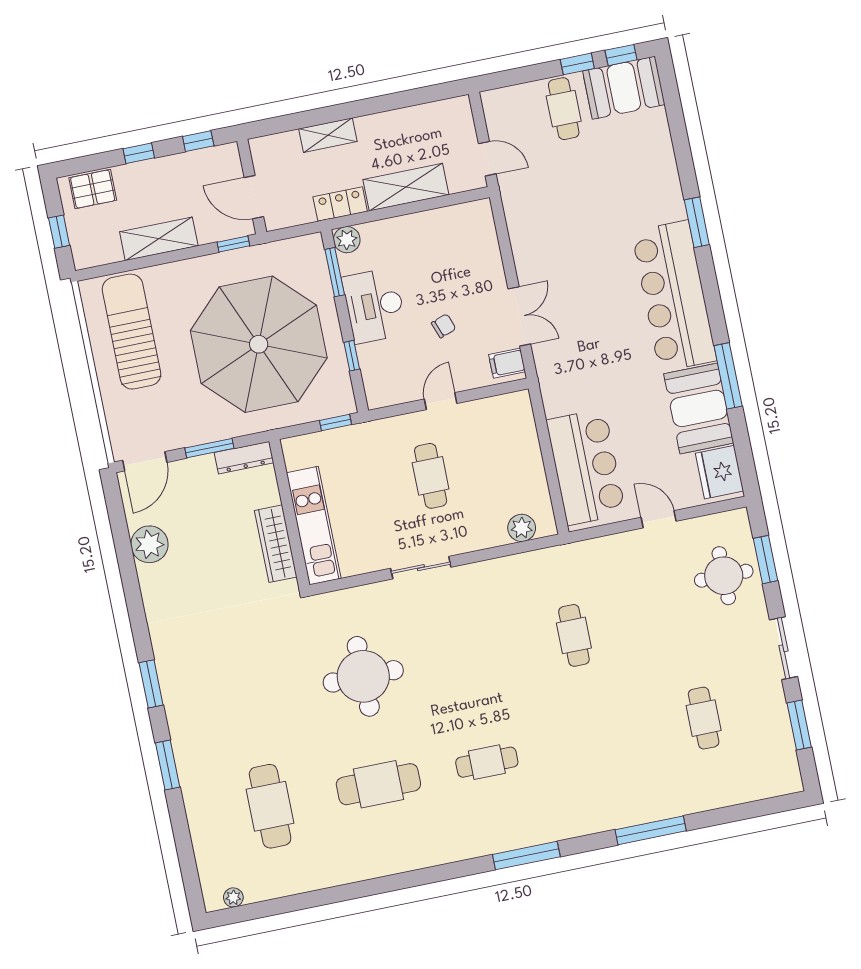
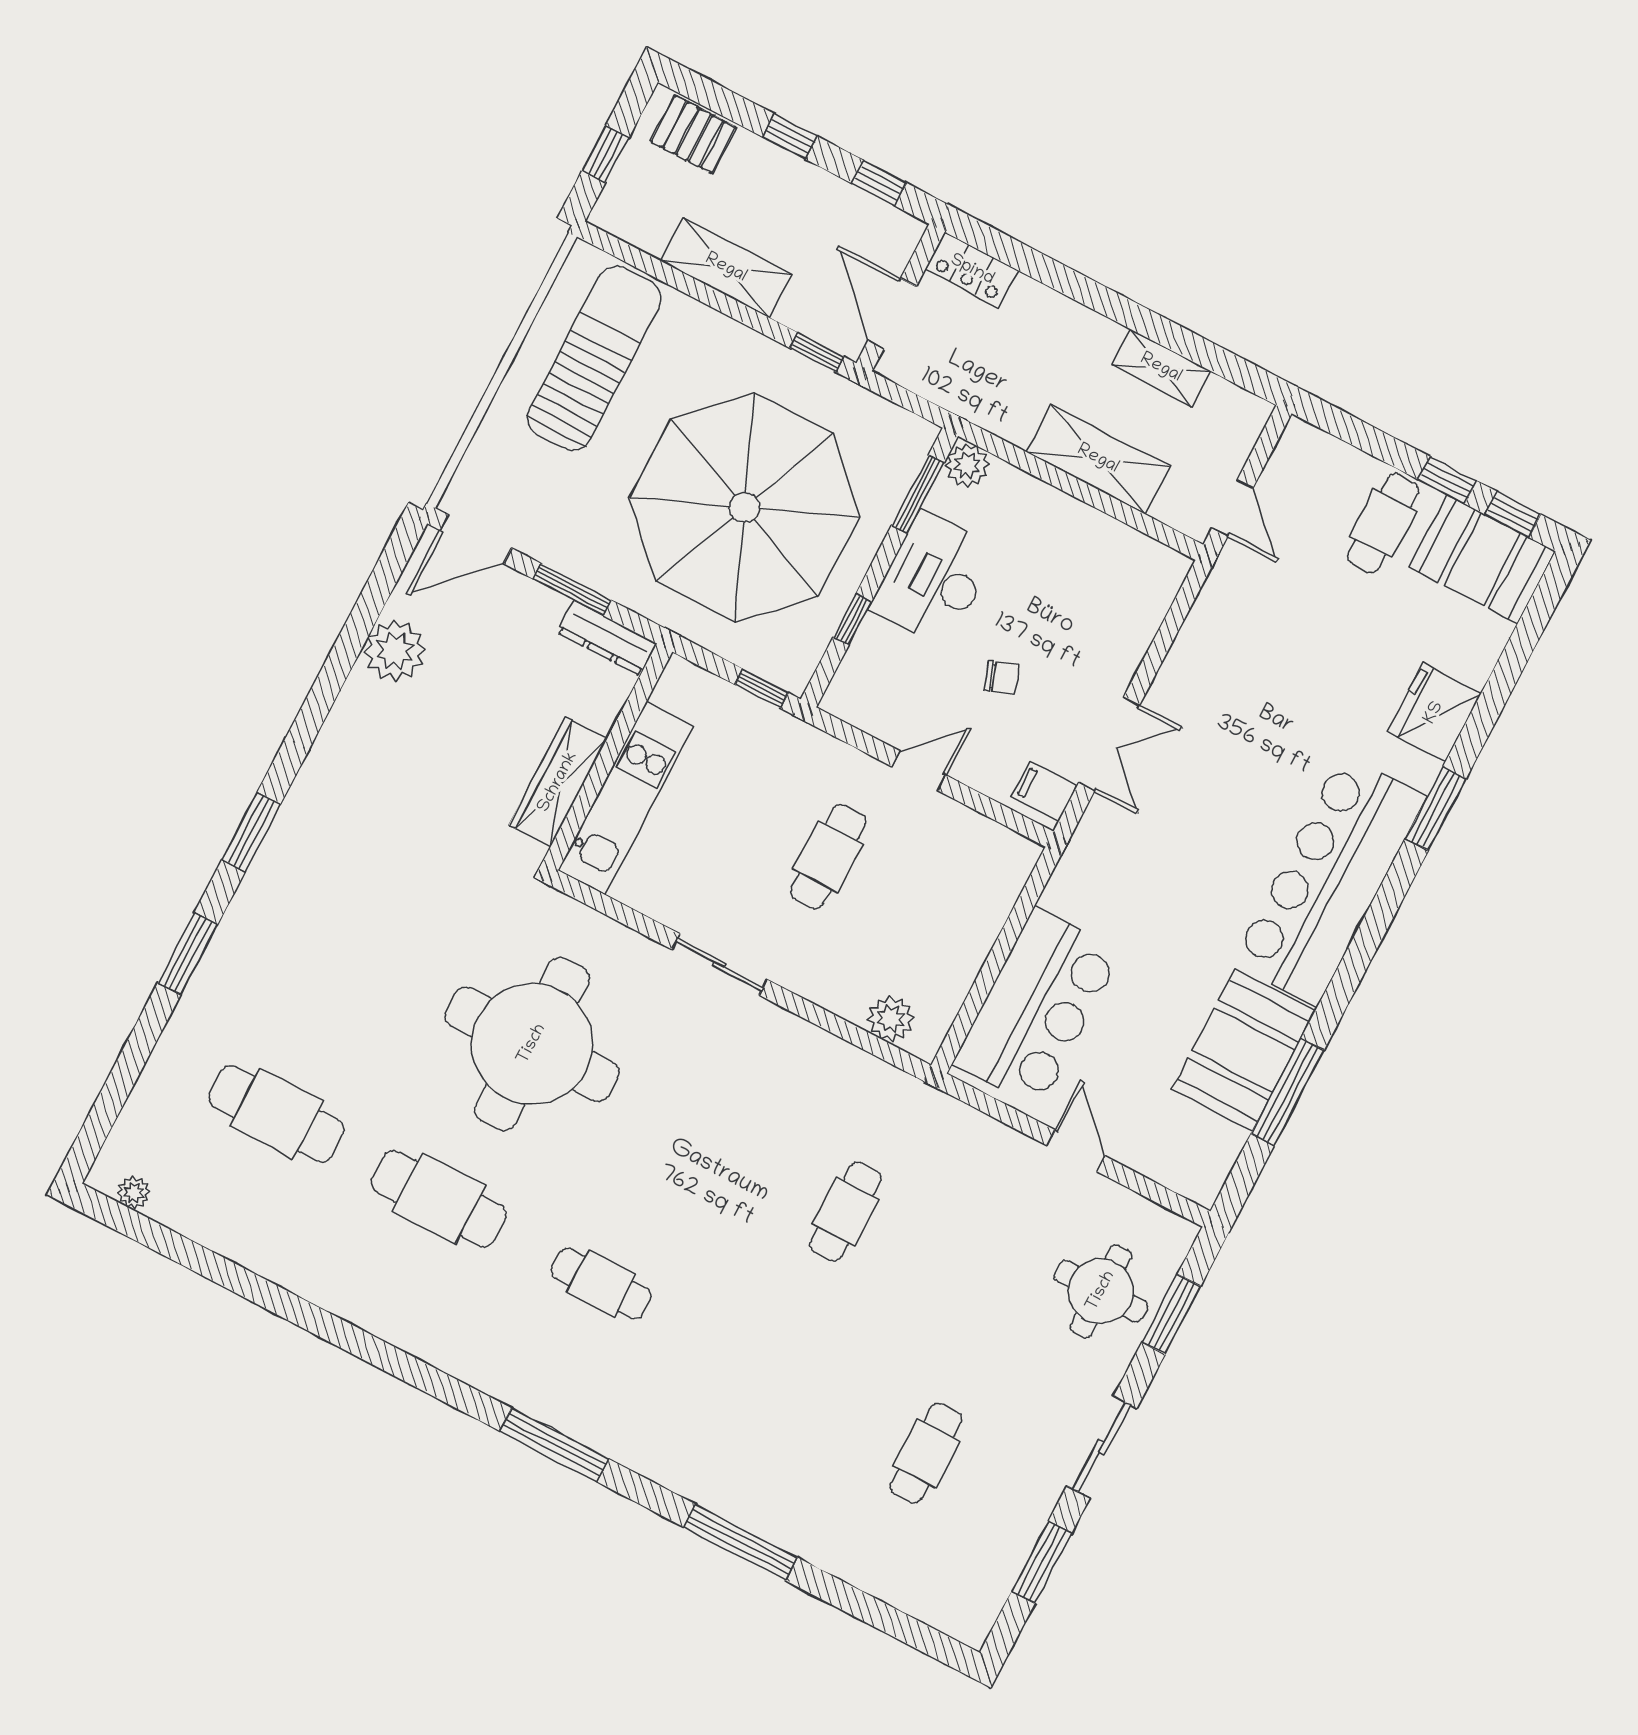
shelving: (328, 135) -> (1161, 368), moved
locker: (340, 204) -> (972, 270), moved, turned 180
window: (728, 376) -> (1287, 1092), moved
fridge: (720, 472) -> (1434, 713), moved
round table: (363, 676) -> (532, 1044), width x1.36, depth x1.36
cafe table: (270, 806) -> (276, 1114), turned 90

